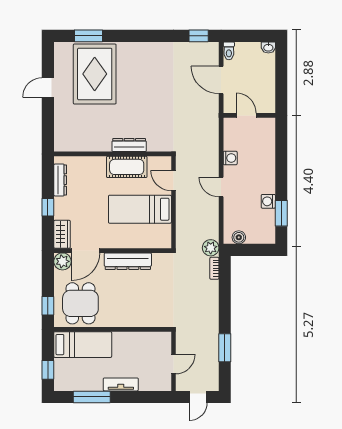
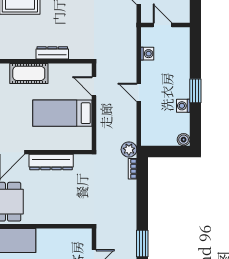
washing machine: (230, 158) -> (147, 54), moved
cot: (127, 167) -> (29, 73), moved
window: (281, 213) -> (195, 91), moved
boiler: (239, 237) -> (184, 140), moved

